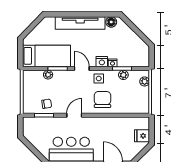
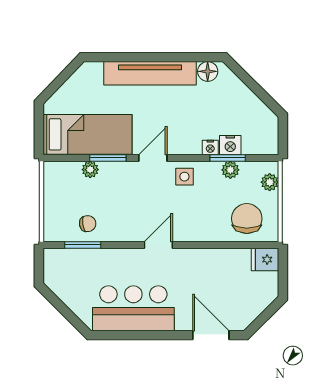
nightstand: (102, 62) -> (230, 145), moved
door: (82, 68) -> (153, 158), hinge flipped
chair: (102, 100) -> (247, 219), moved
door: (74, 115) -> (158, 245), moved
fridge: (142, 136) -> (265, 260), moved

